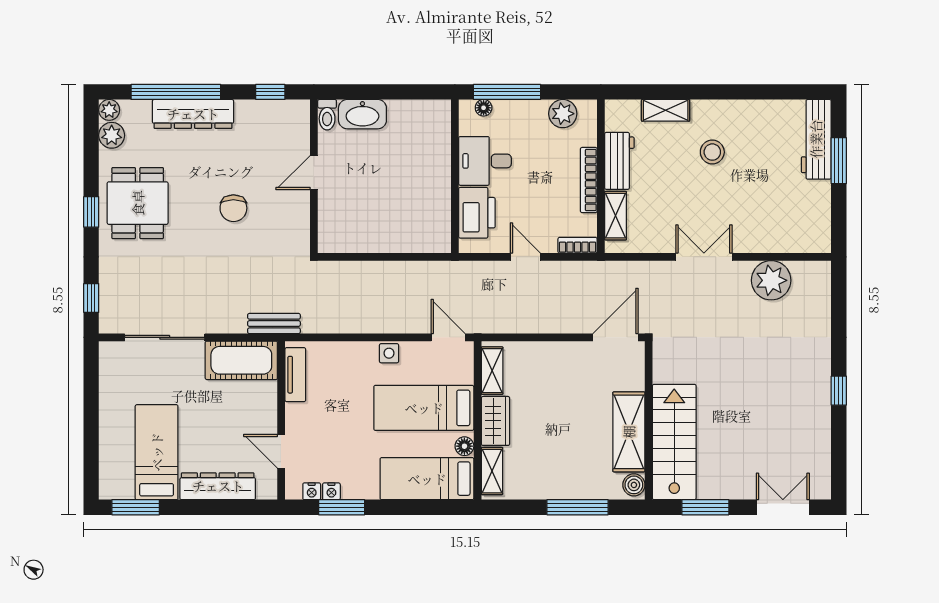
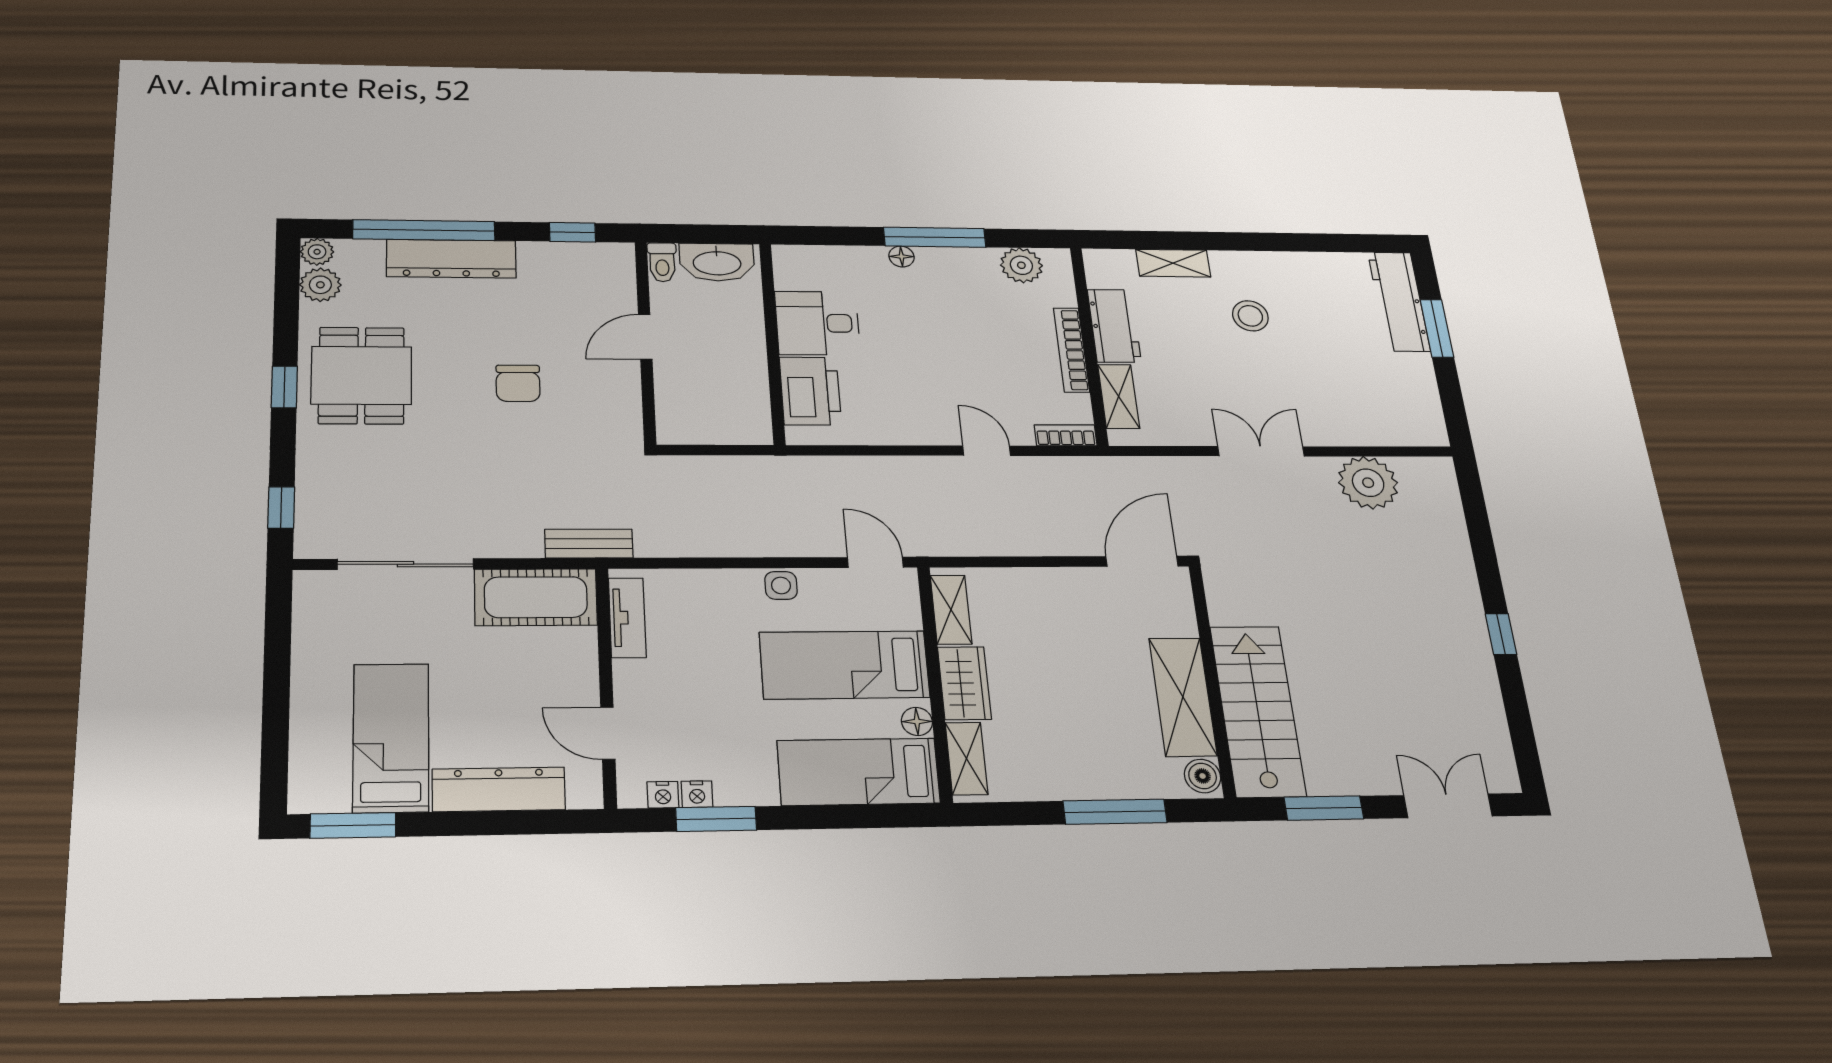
desk: (485, 161) -> (817, 323), moved
wall: (455, 176) -> (772, 343), moved
printer: (477, 213) -> (810, 391), moved

